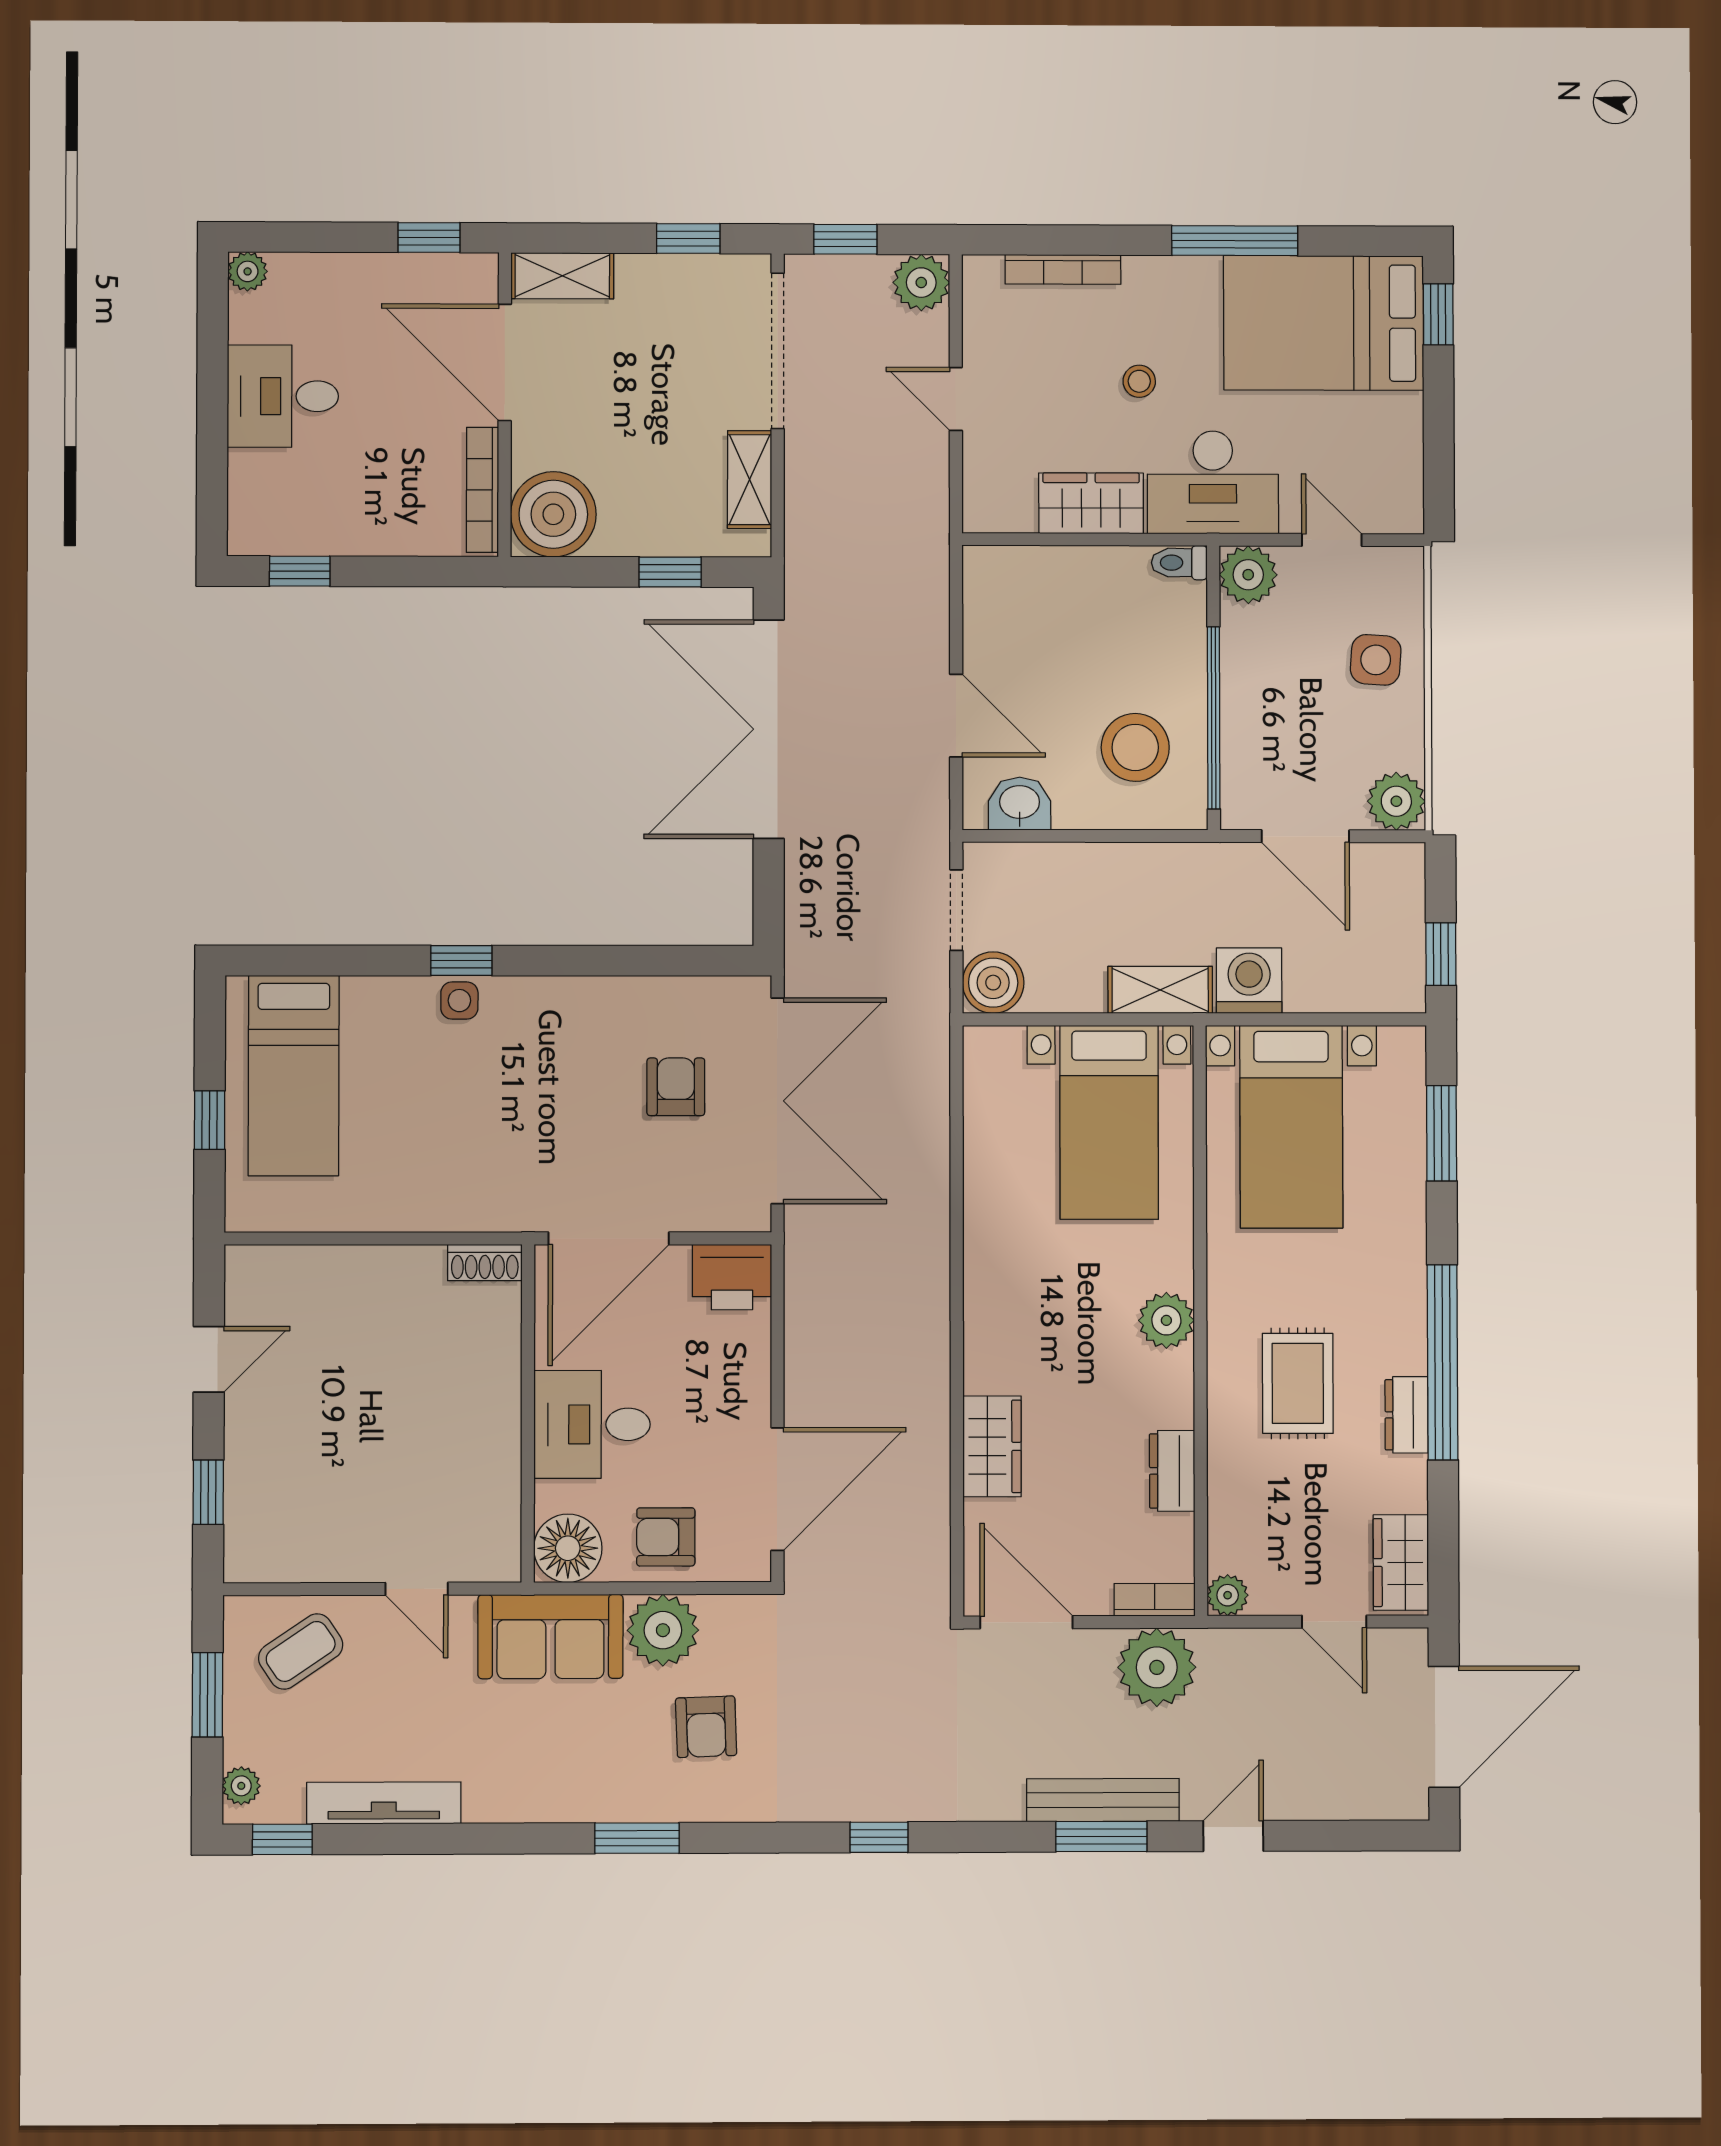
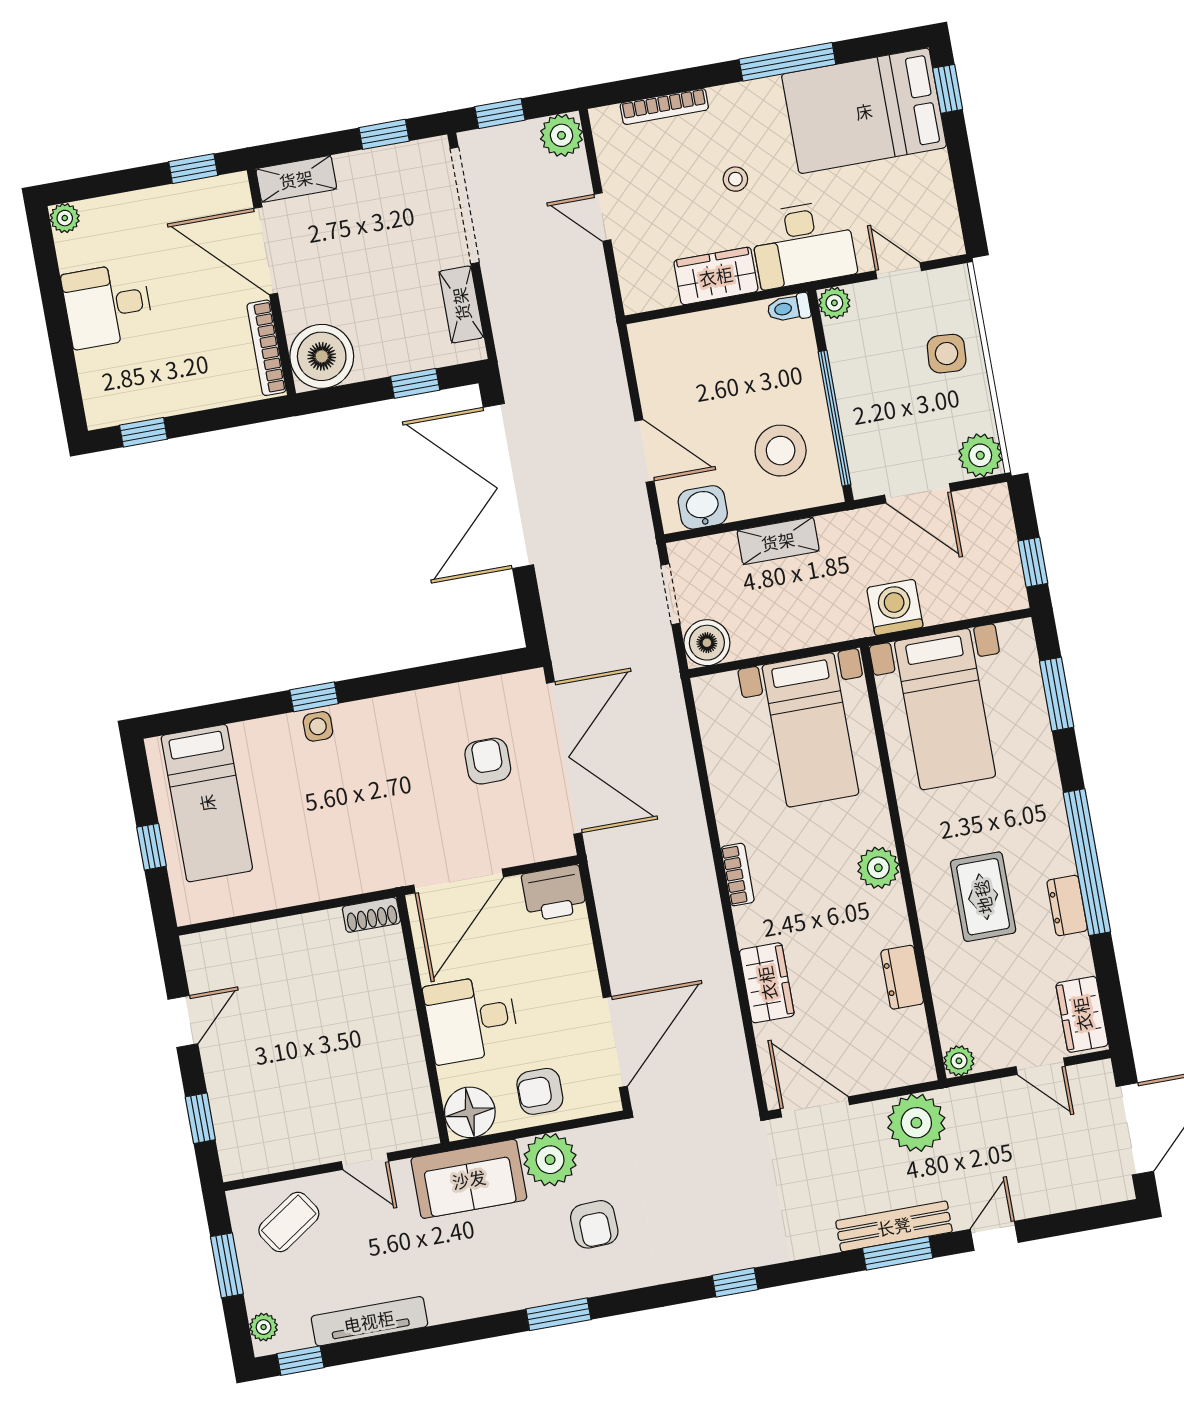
plant: (1248, 575) -> (834, 303), width x0.73, depth x0.73
shelving: (1160, 990) -> (778, 541), moved
bookcase: (1155, 1600) -> (738, 875), moved, turned 90

